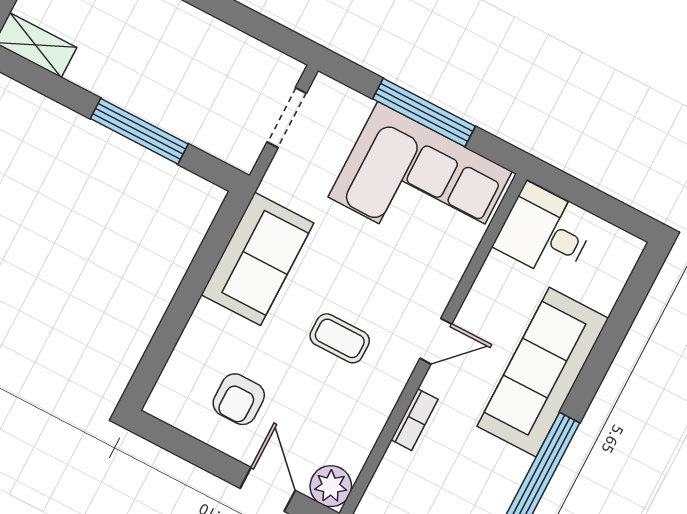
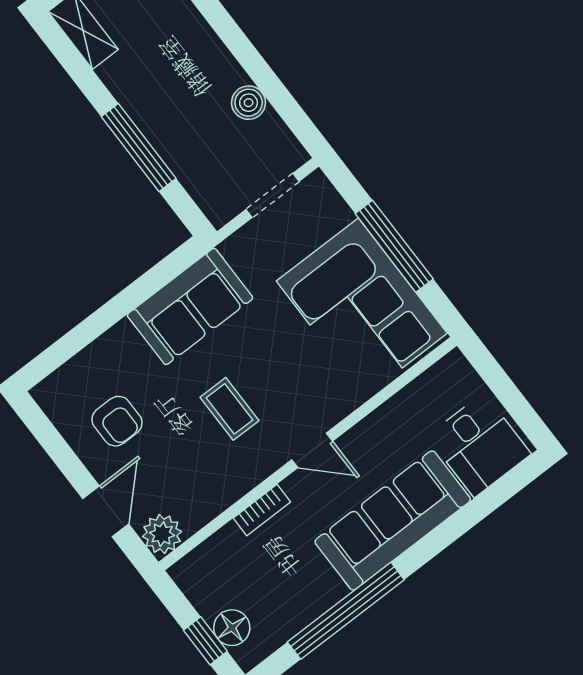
boiler: (223, 41) -> (249, 103), added
desk: (545, 232) -> (479, 445), moved, turned 180
armchair: (239, 399) -> (117, 421), turned -90

